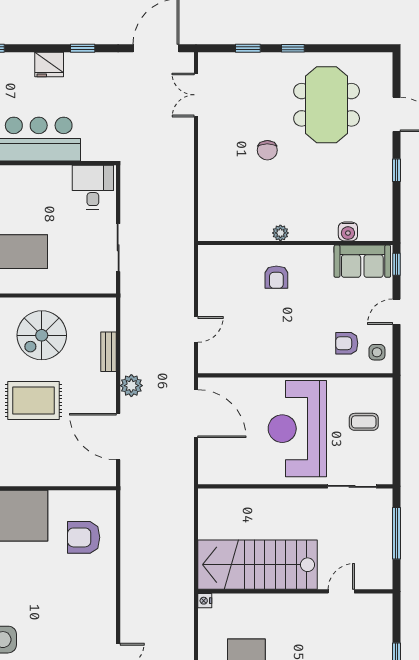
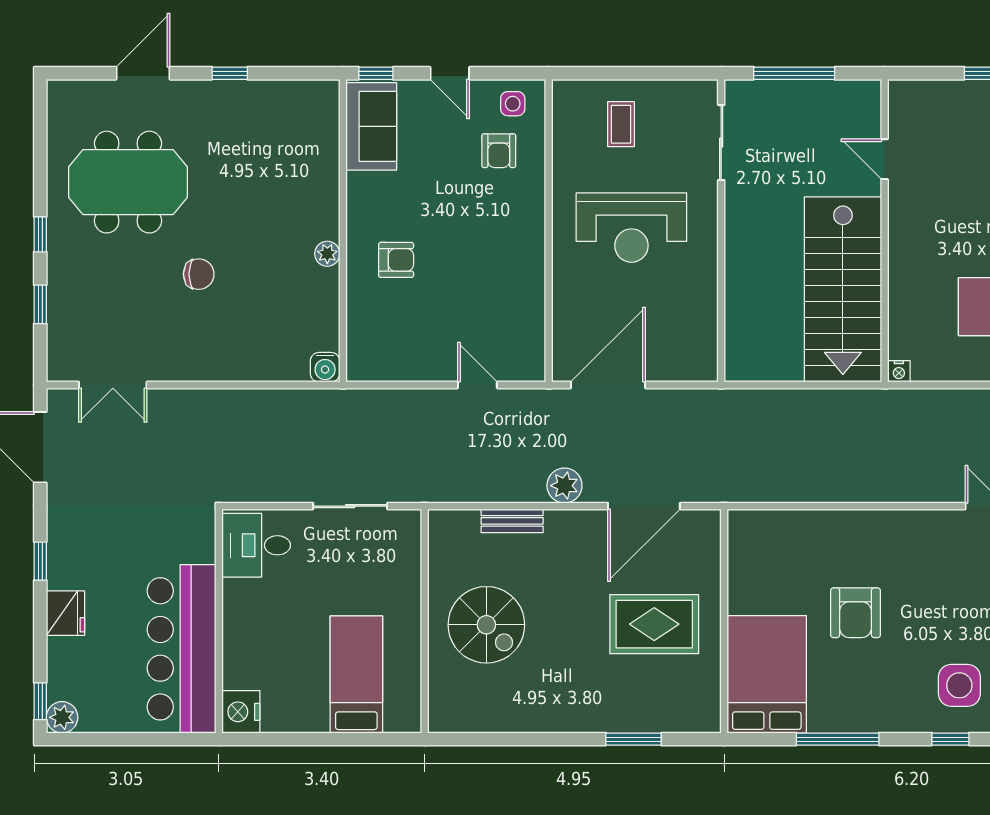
water cooler: (348, 232) -> (325, 367), moved, turned 90
rug: (34, 401) -> (654, 624), moved, turned 90
reception desk: (297, 429) -> (631, 228), width x0.74, depth x0.77
armchair: (84, 537) -> (856, 613), moved

